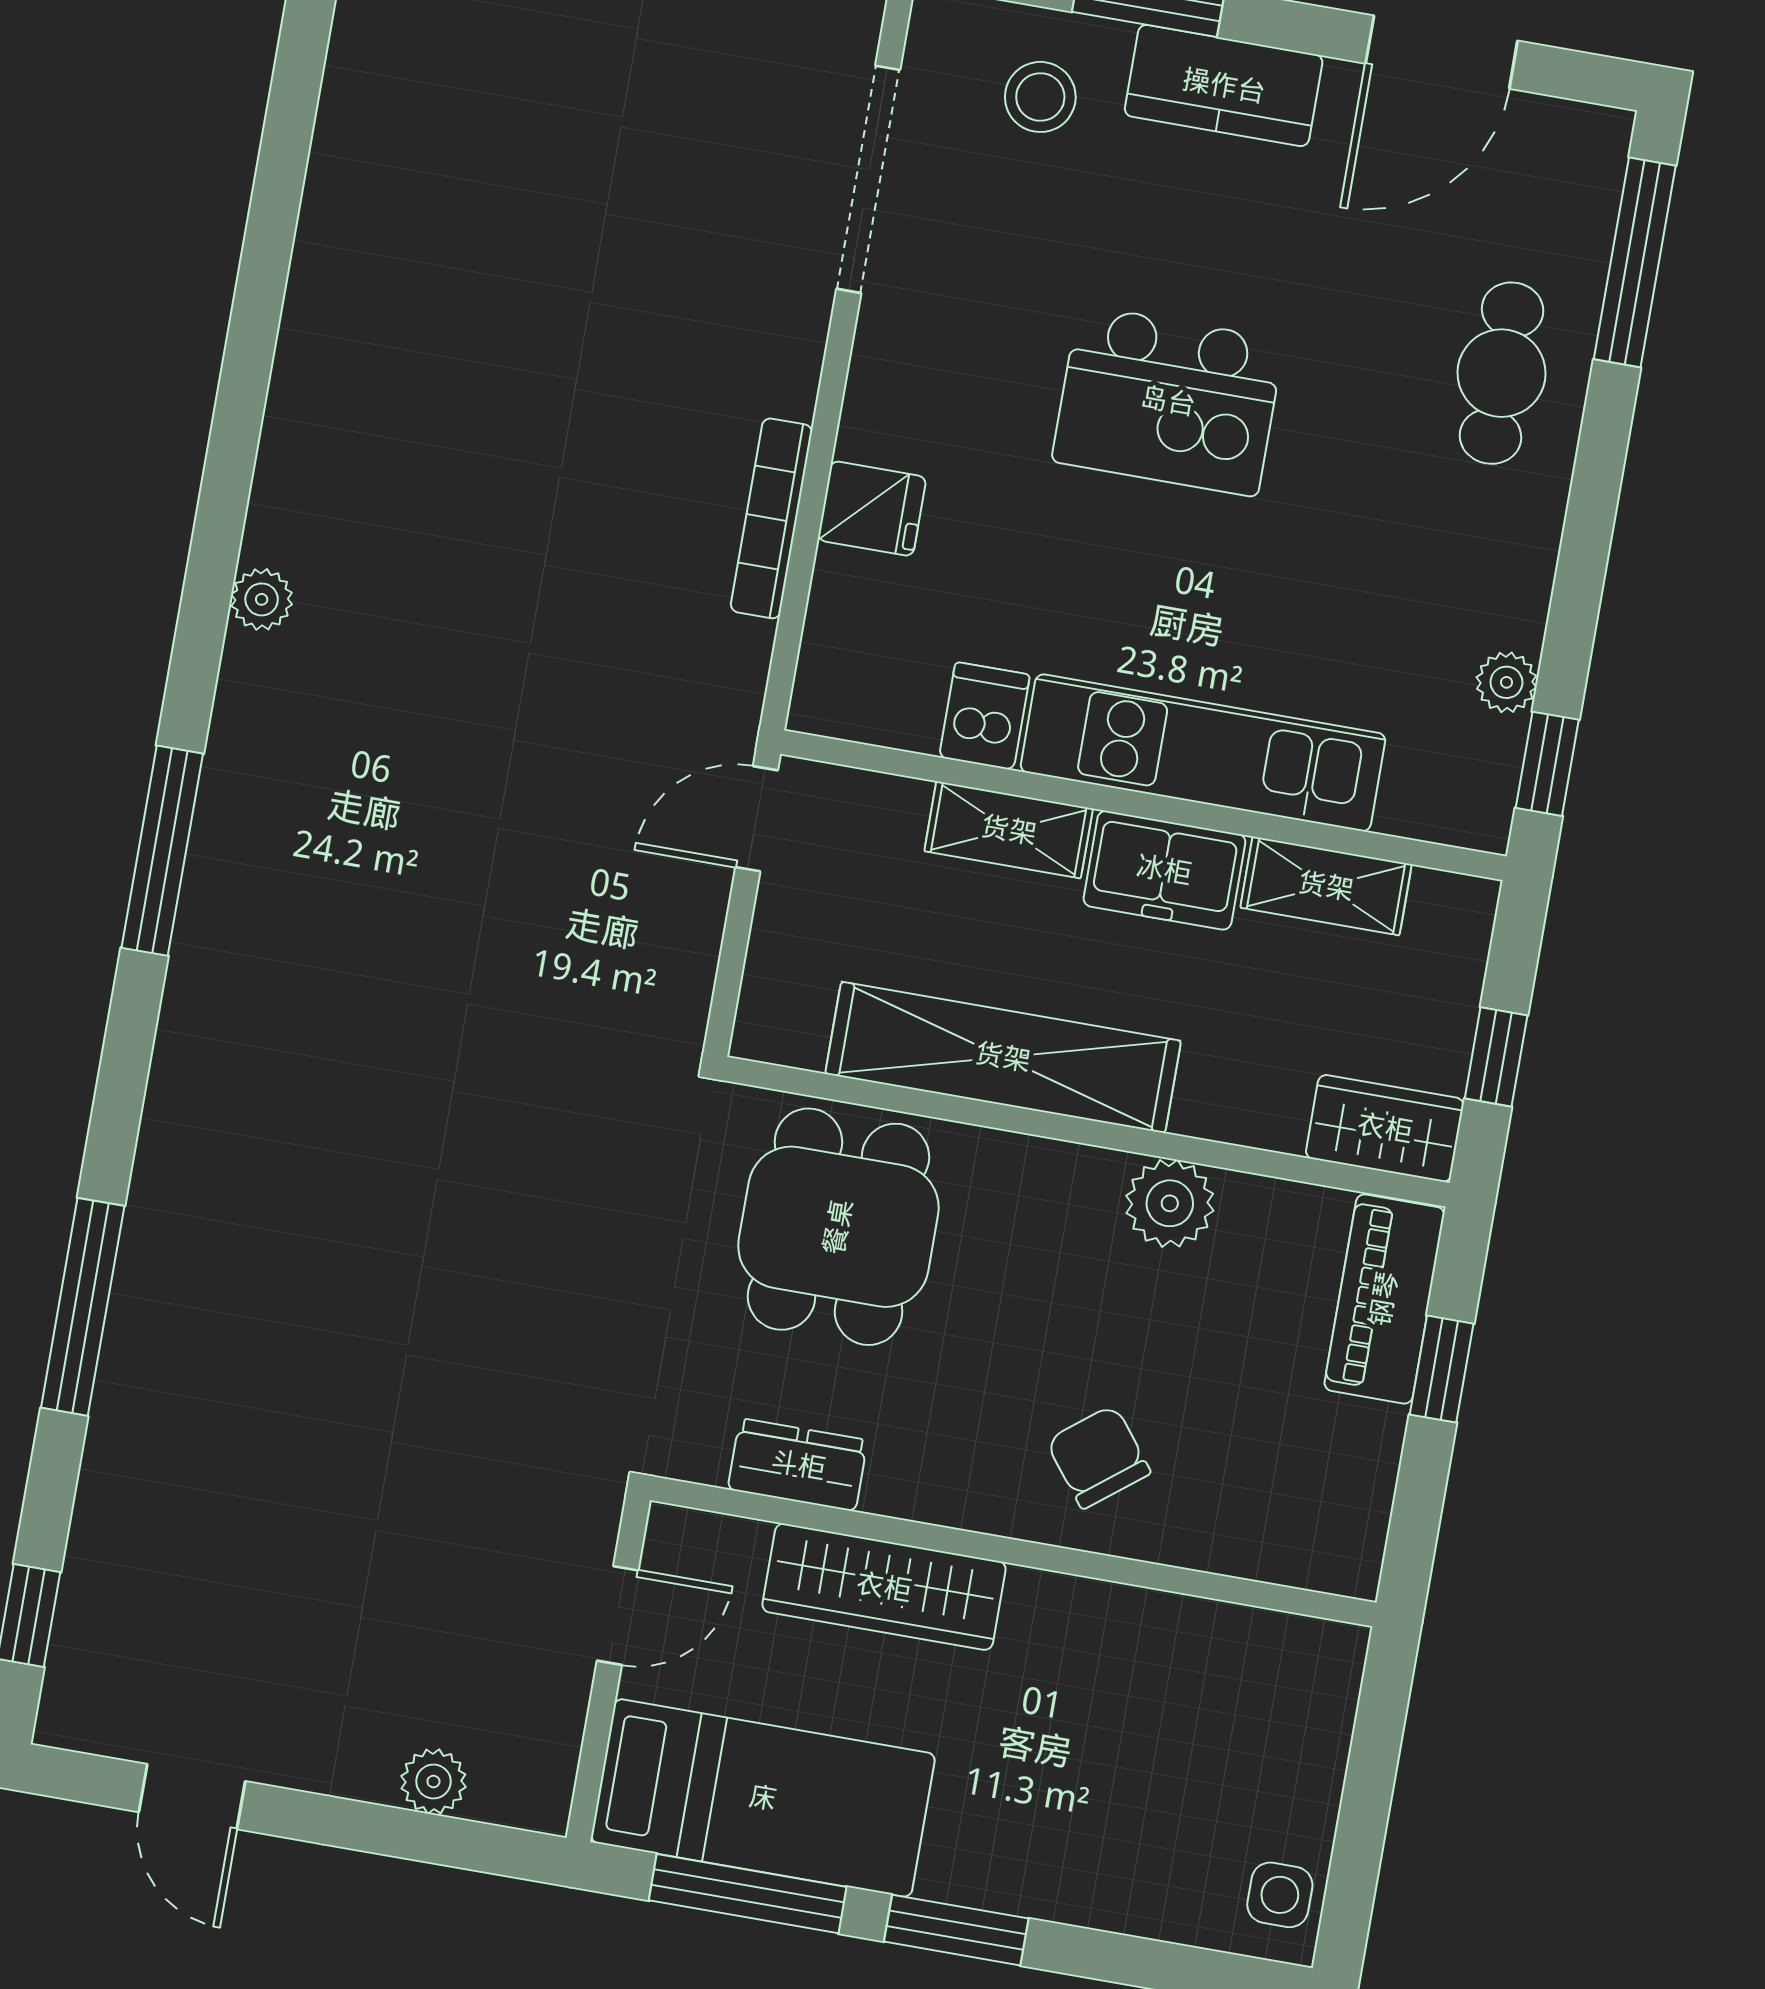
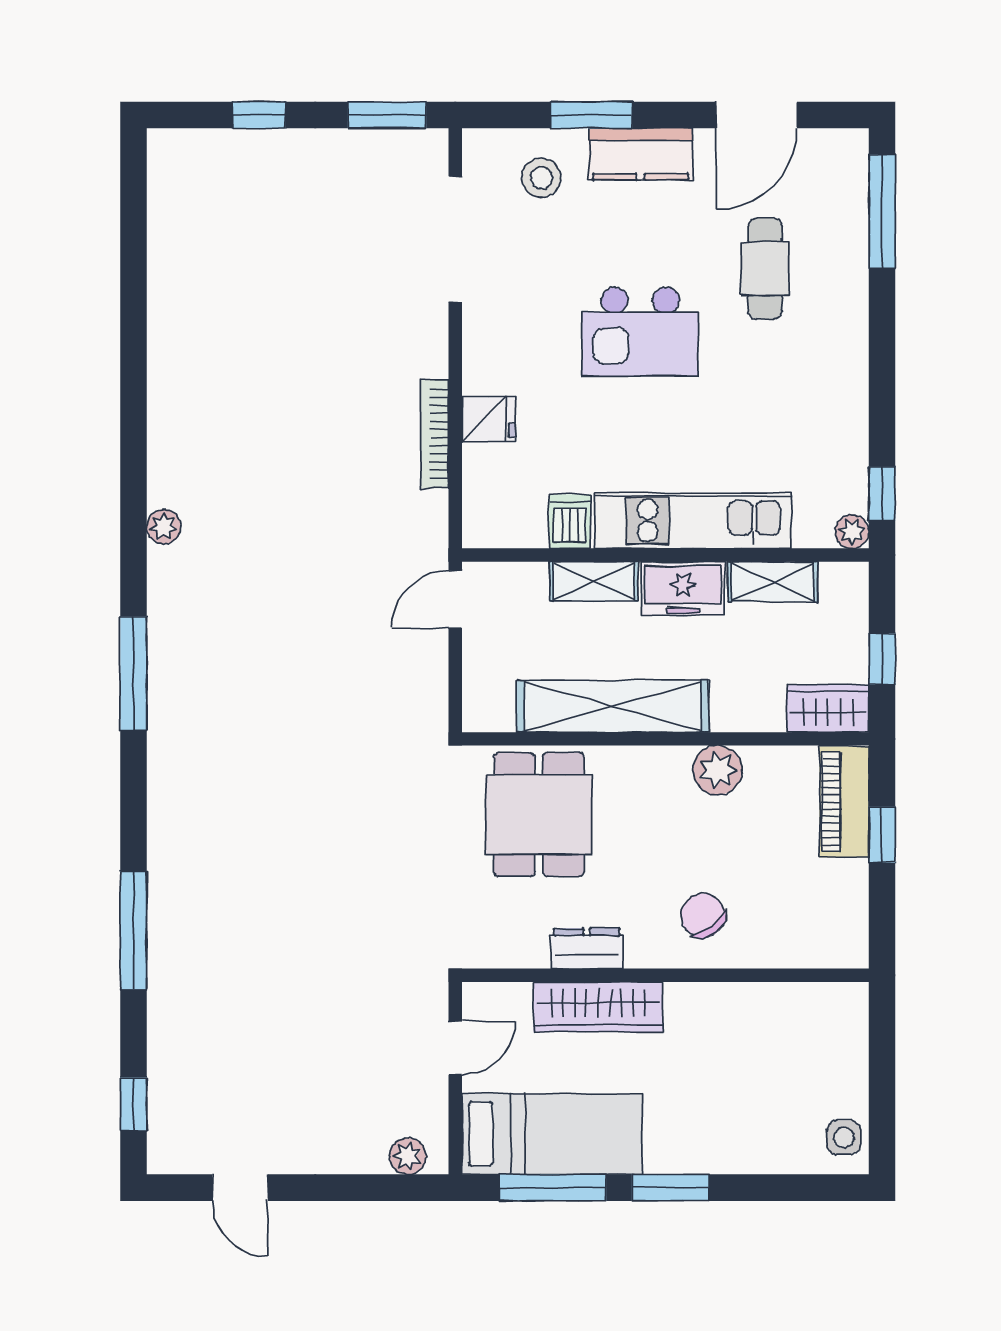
cafe table: (1502, 373) -> (765, 269), moved
plant: (1506, 682) -> (852, 532), moved
dresser: (798, 1465) -> (587, 948), moved
plant: (433, 1781) -> (408, 1156), moved

